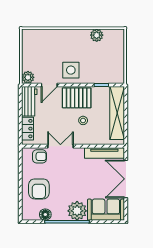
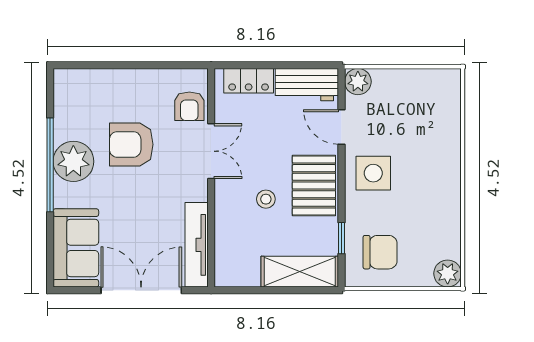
plant: (97, 35) -> (448, 273), moved
chair: (108, 67) -> (380, 252), added
shelving: (117, 113) -> (300, 272), width x0.68
armchair: (39, 189) -> (131, 144), moved
plant: (77, 211) -> (73, 161), moved
floor lamp: (45, 215) -> (65, 119), removed

